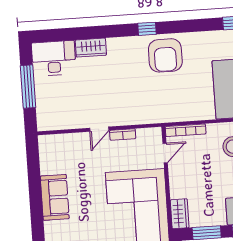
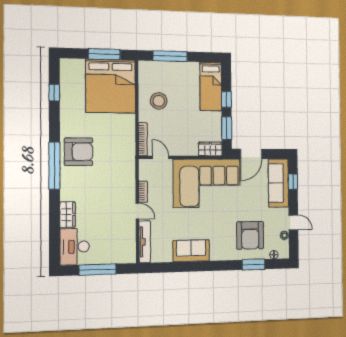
window: (147, 29) -> (54, 166), width x3.17
tv unit: (63, 140) -> (145, 242), added

